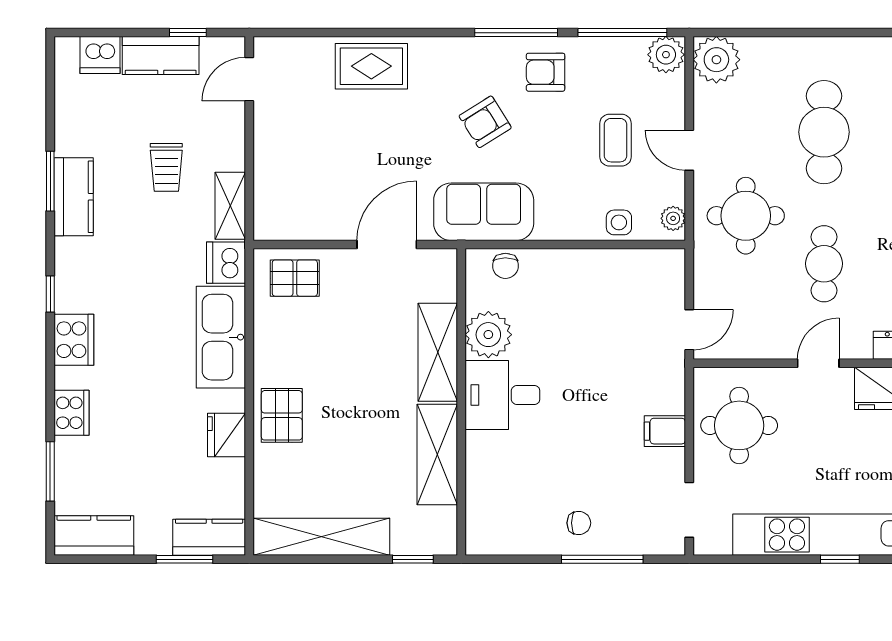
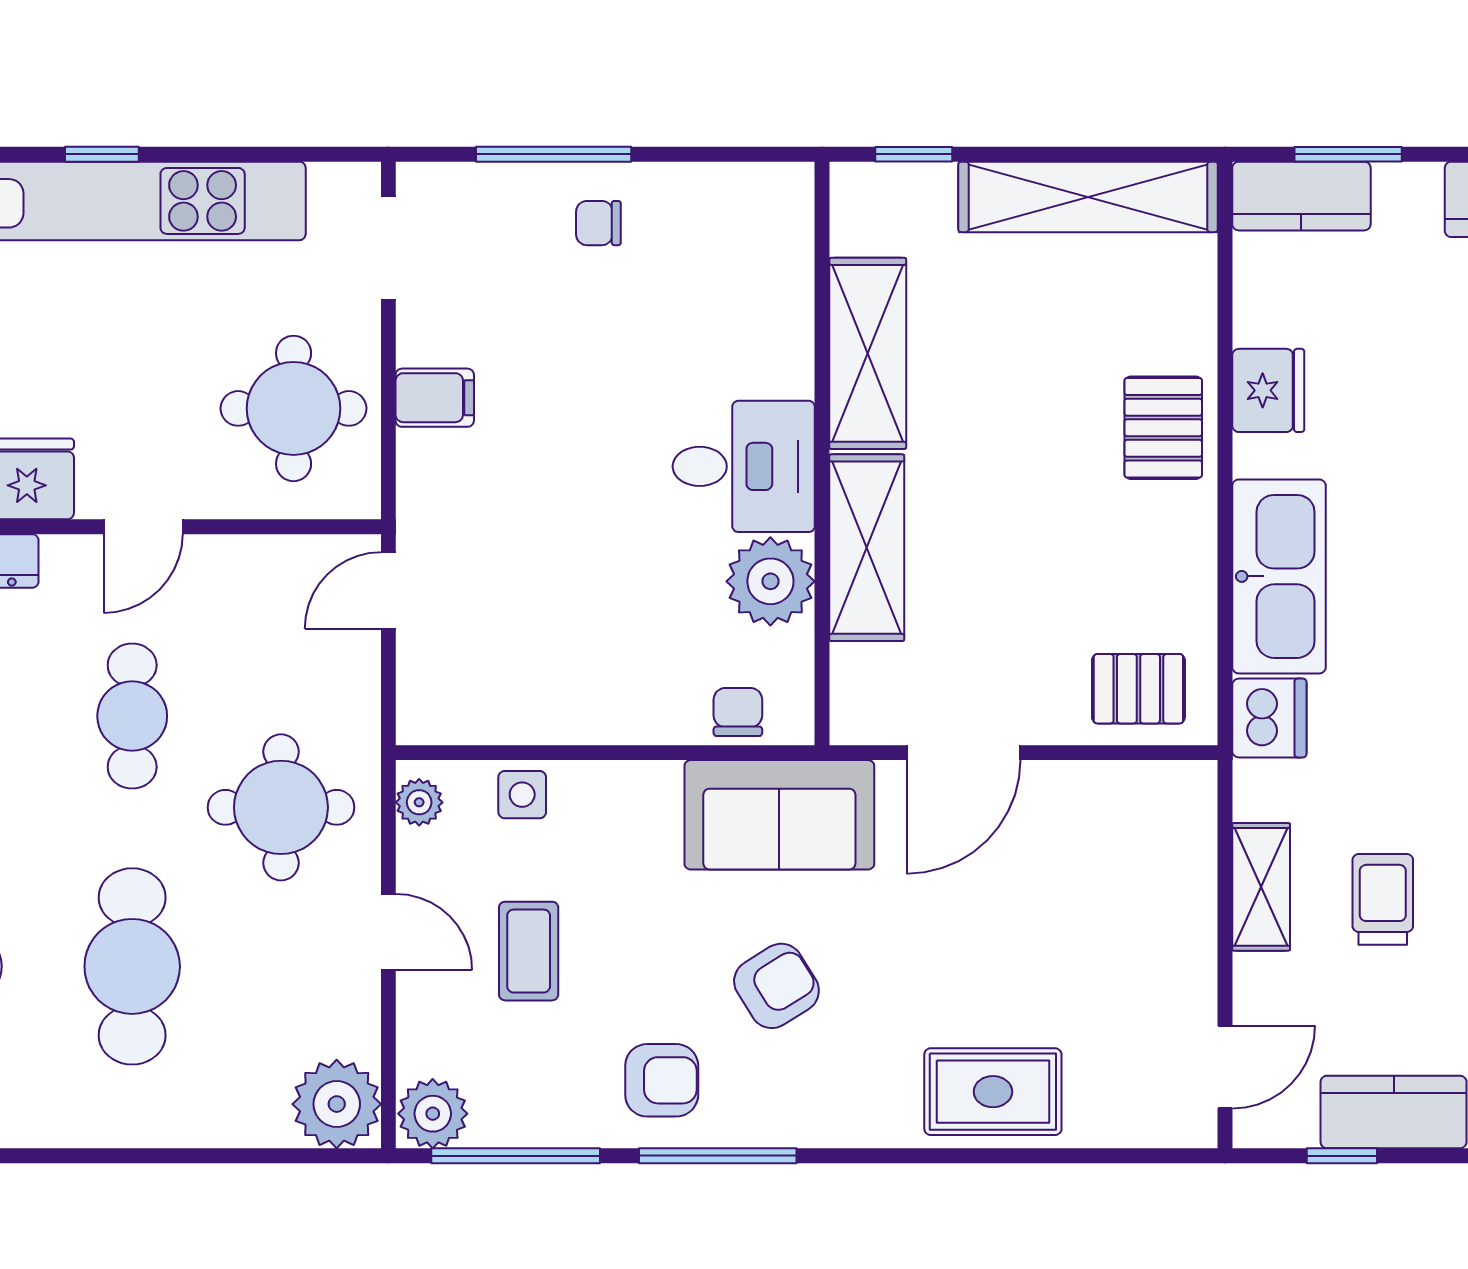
shelving: (230, 206) -> (1261, 887), moved

